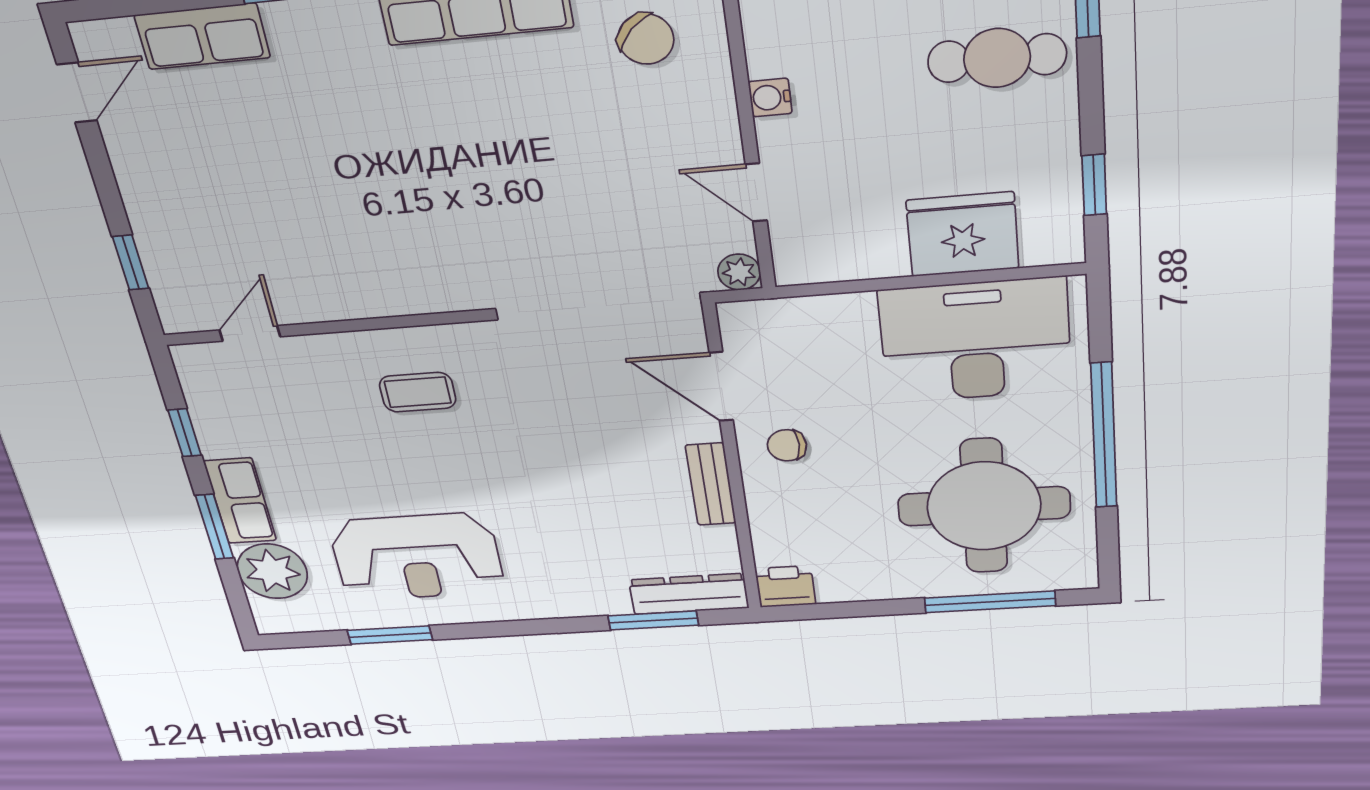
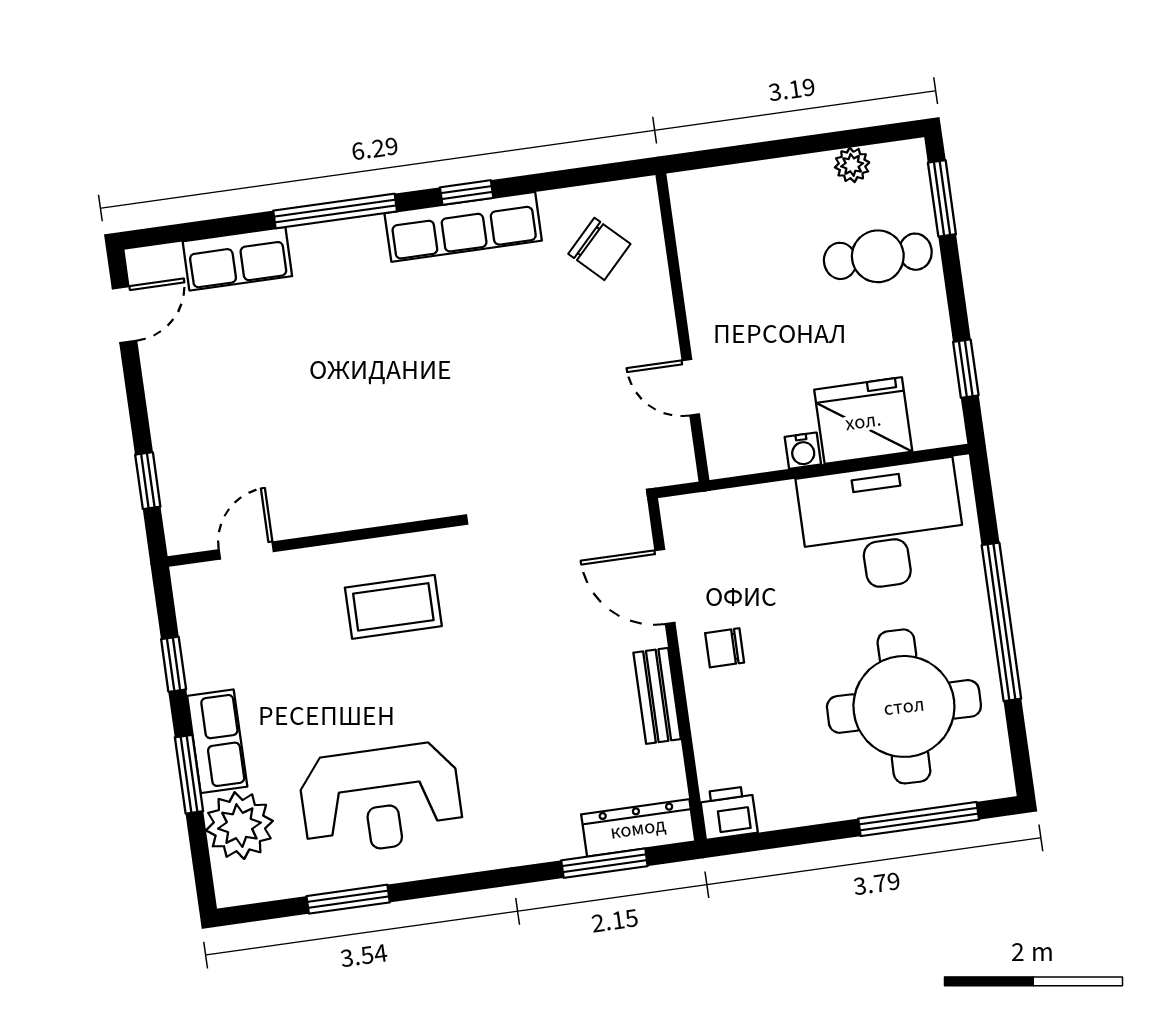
water cooler: (770, 97) -> (803, 451), moved, turned -90
plant: (739, 272) -> (678, 466), removed
coffee table: (418, 392) -> (393, 607), width x1.36, depth x1.30

